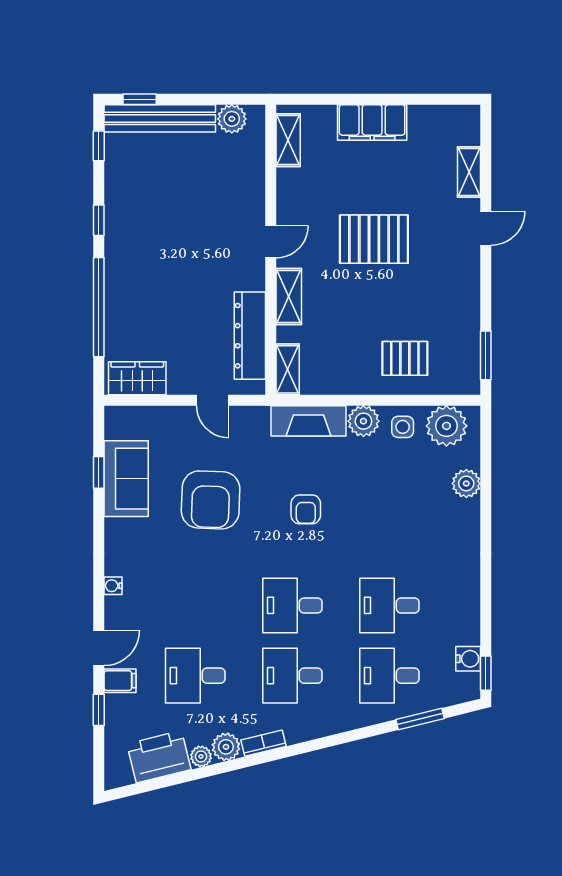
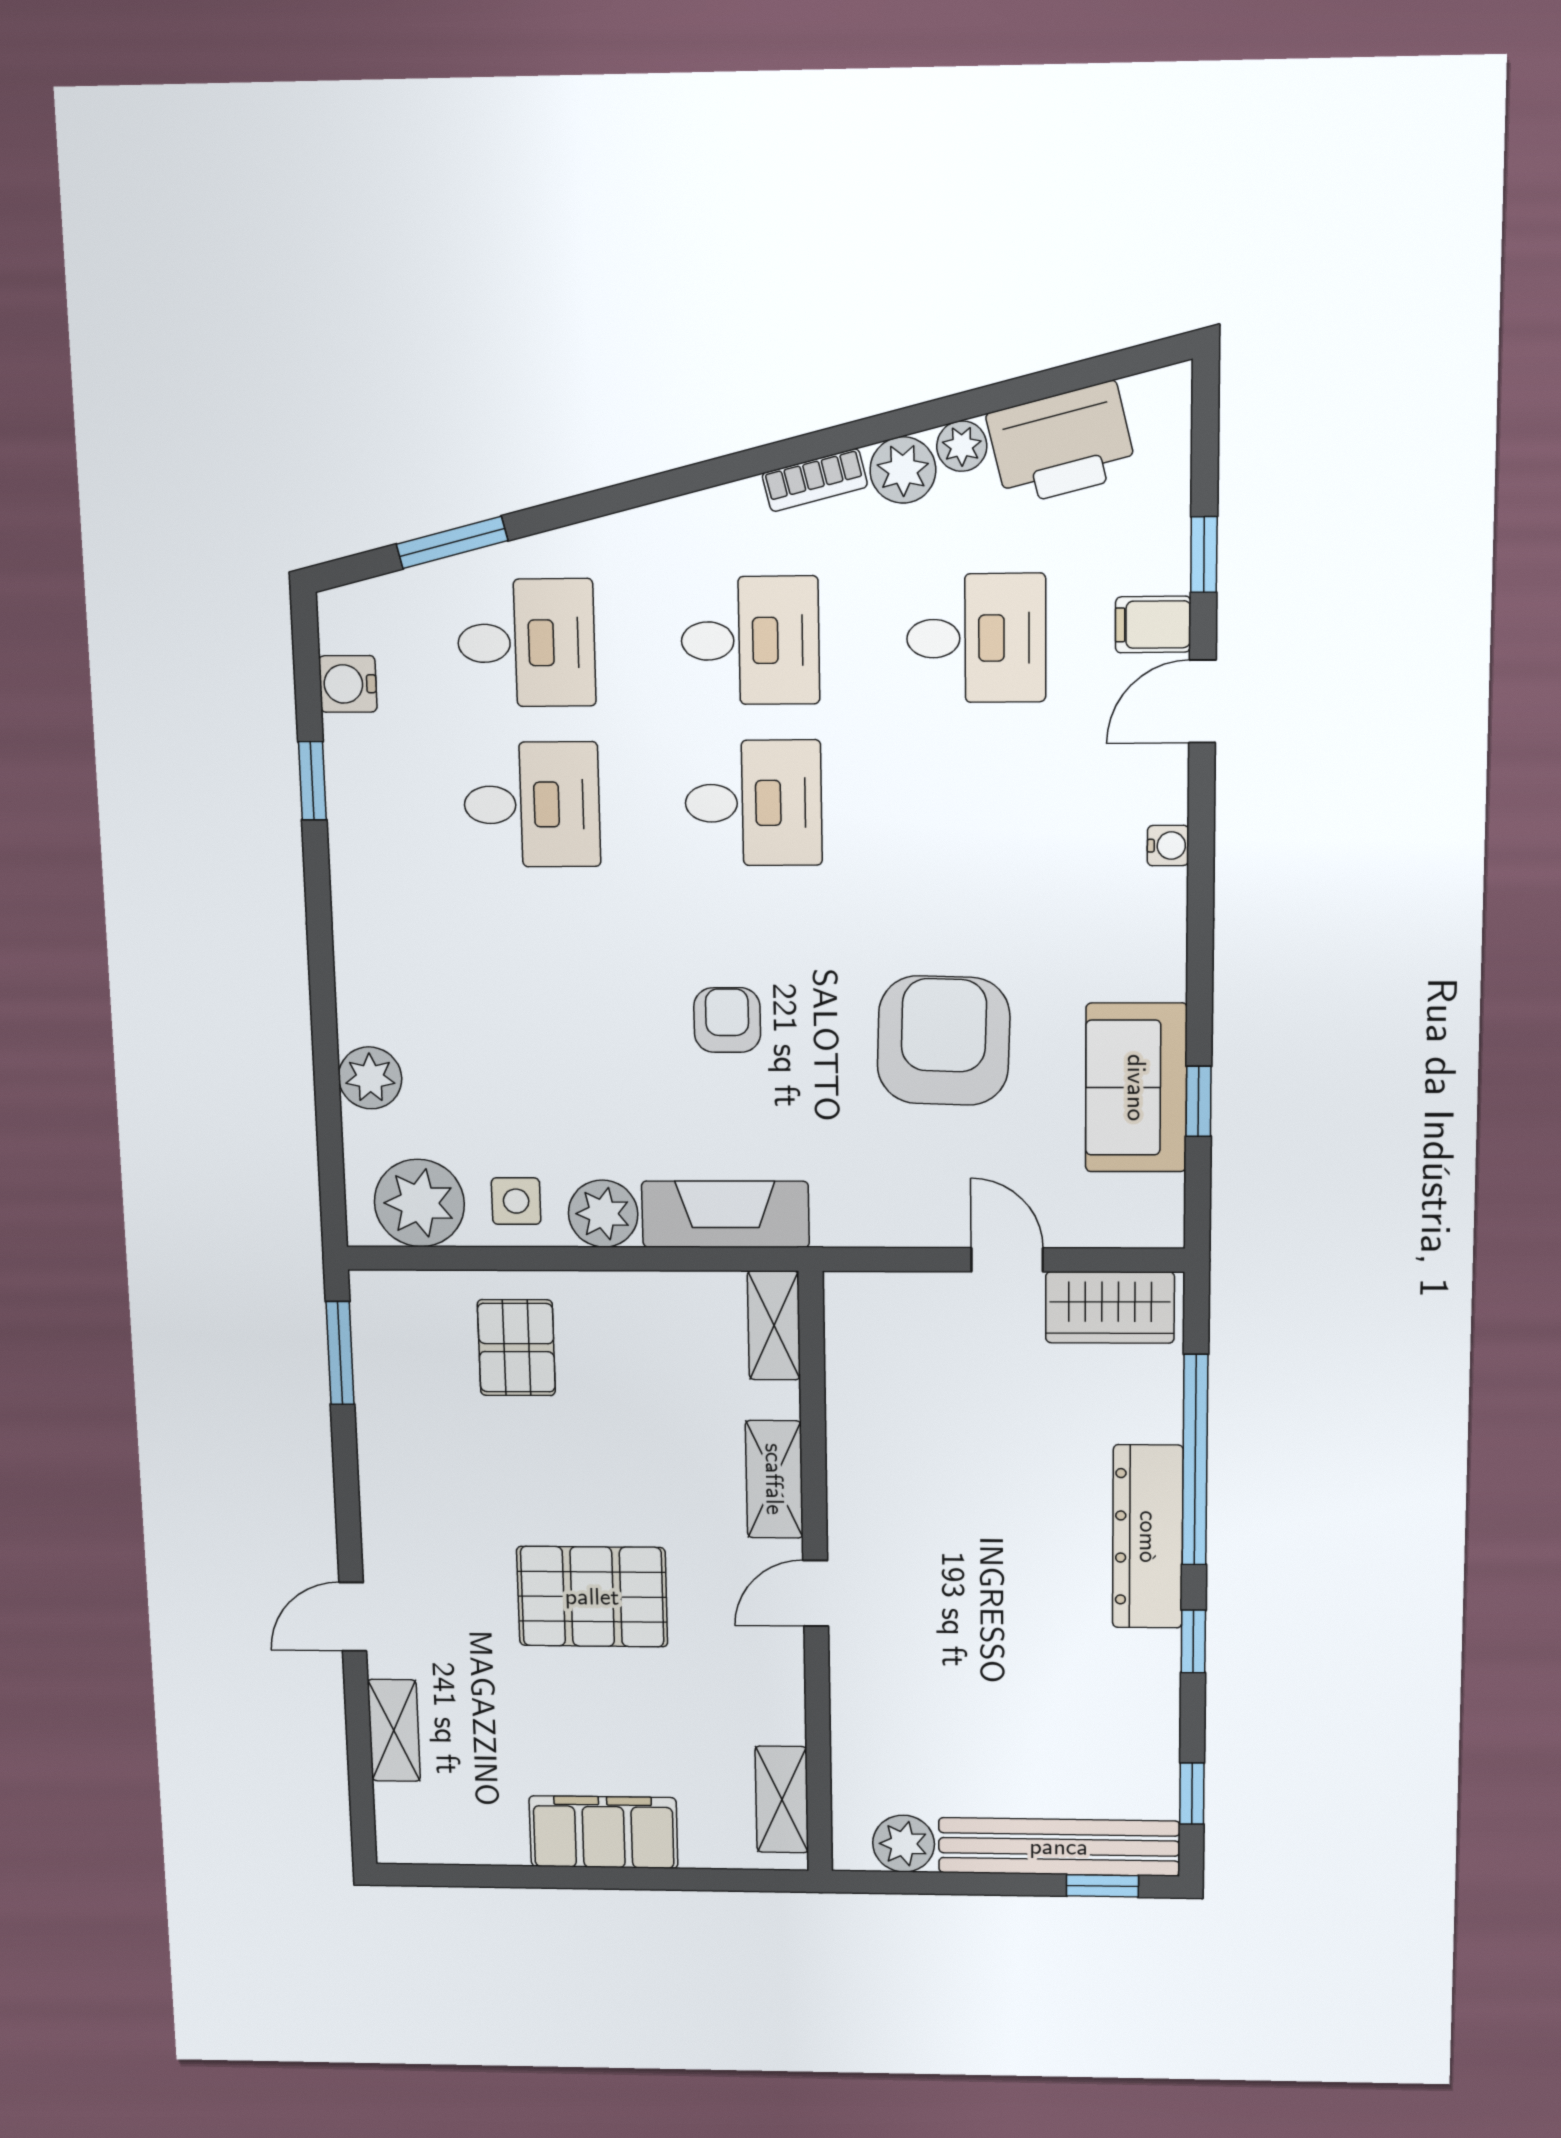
dresser: (250, 336) -> (1148, 1537), moved, turned 180
pallet: (405, 358) -> (516, 1348), turned 90
door: (212, 400) -> (1007, 1260), moved
window: (486, 673) -> (312, 781), moved

